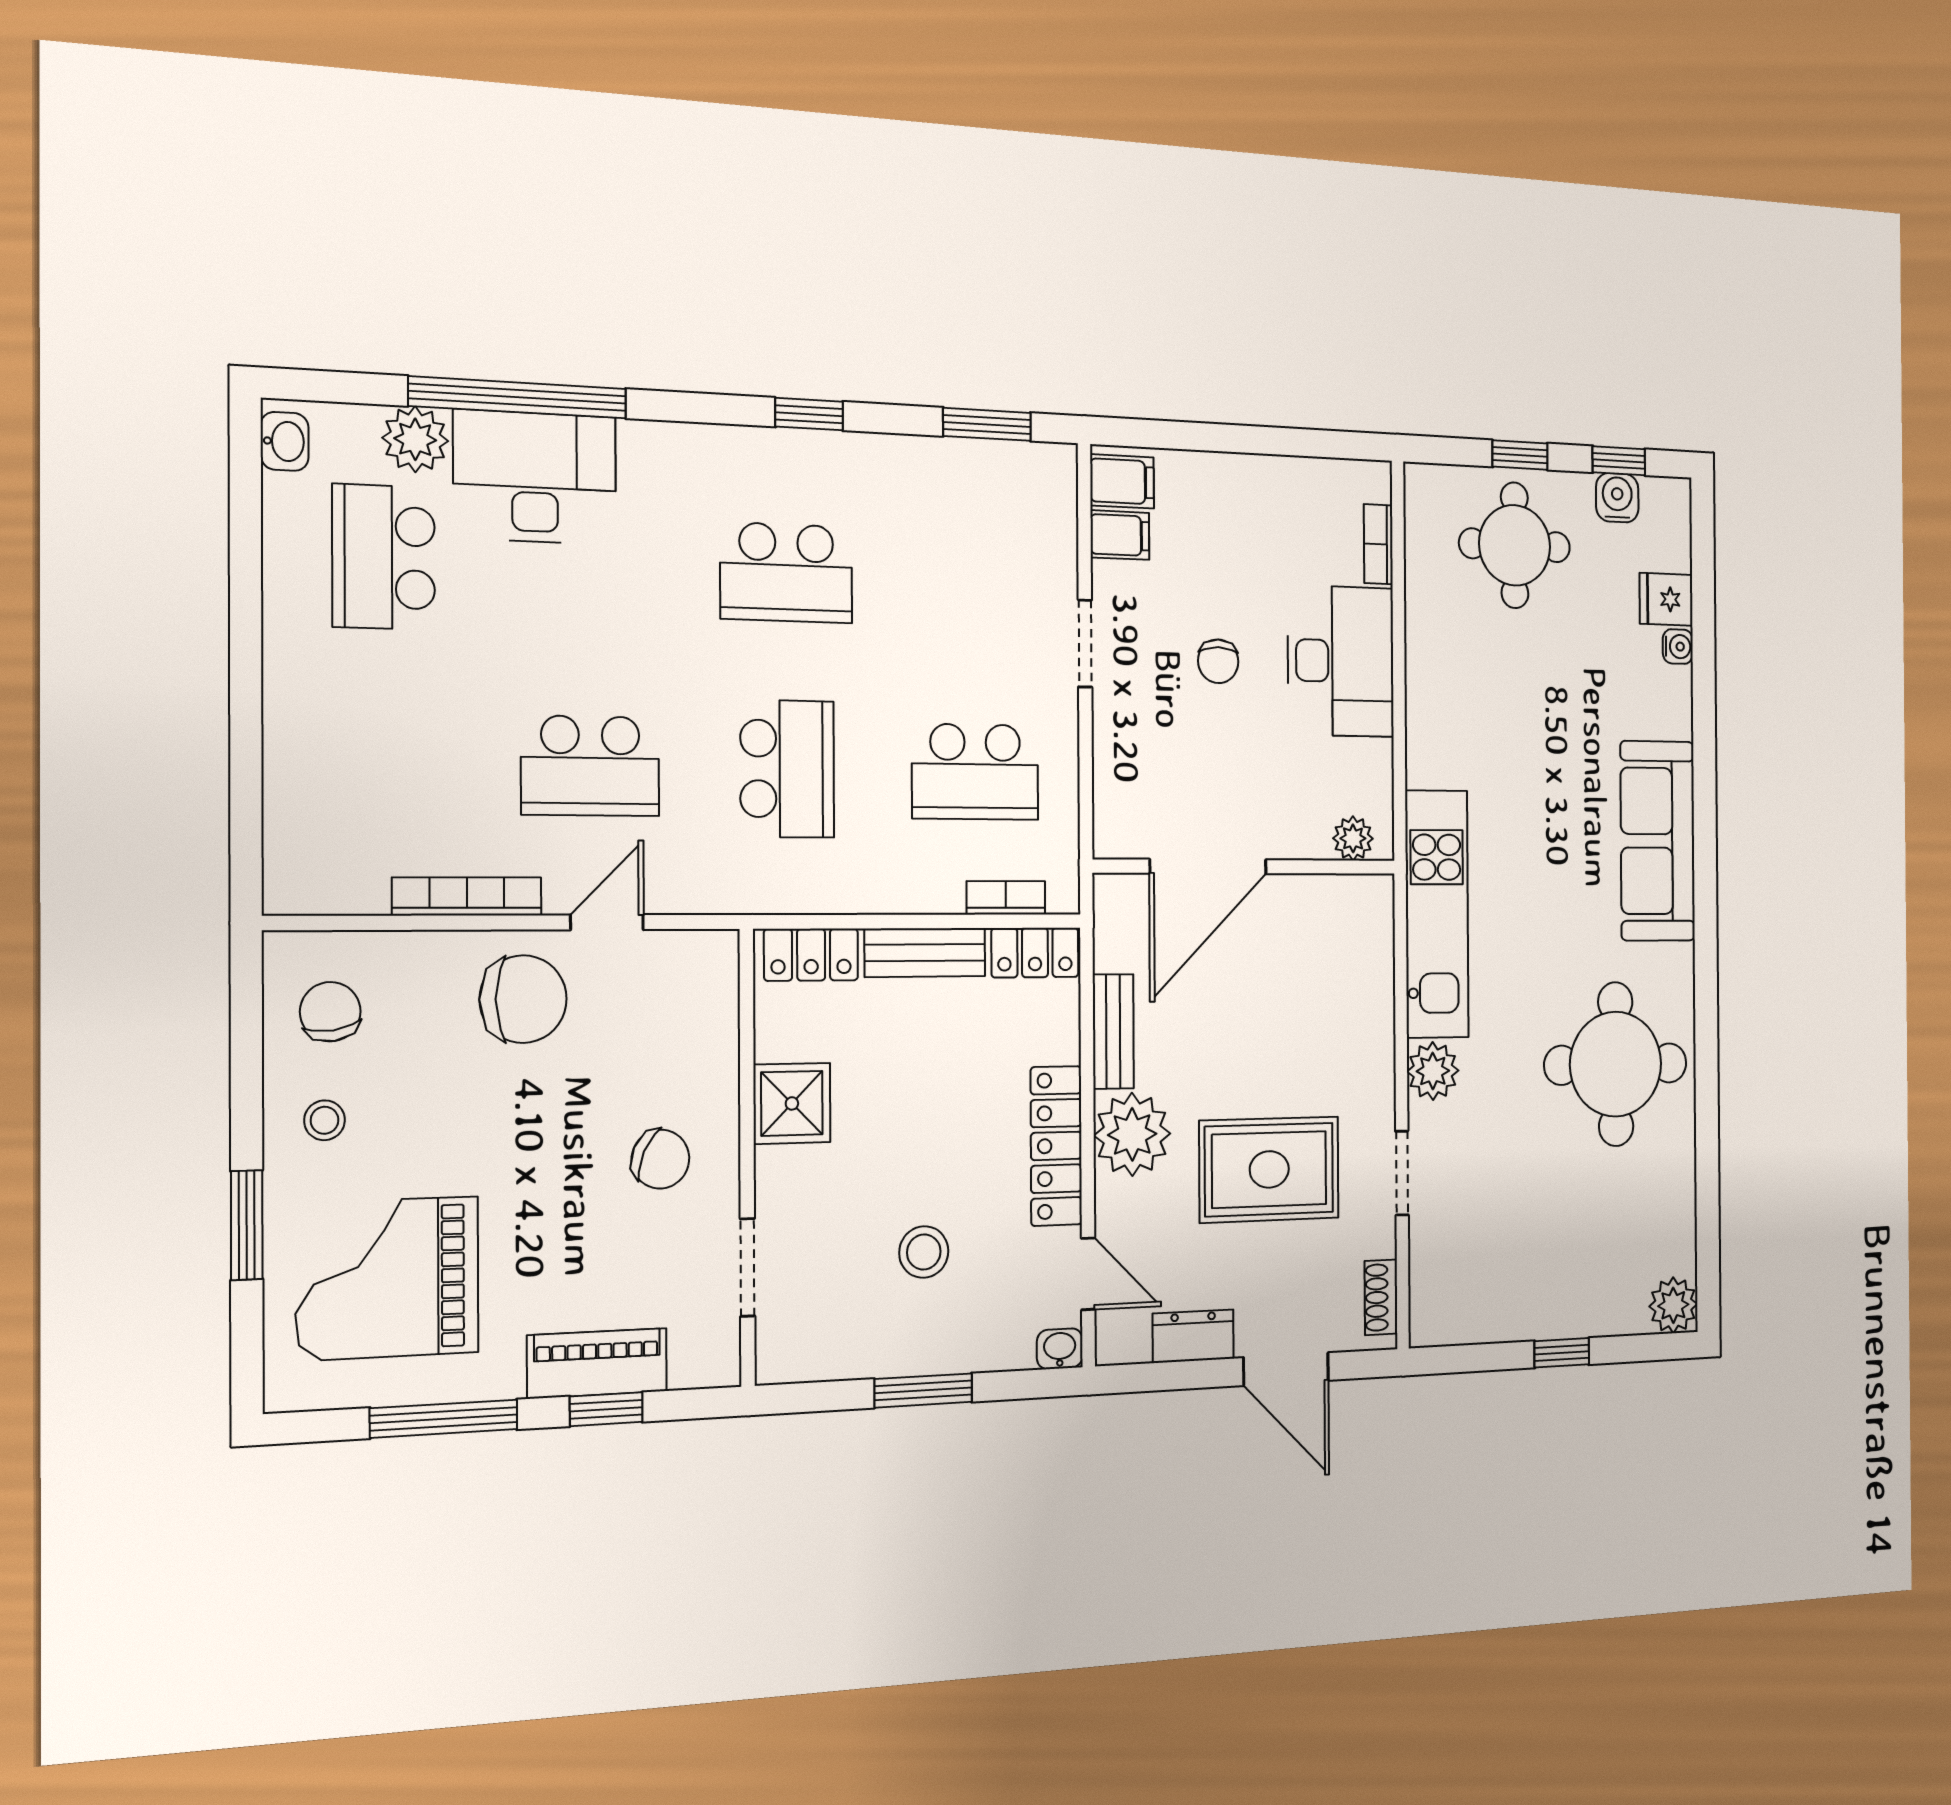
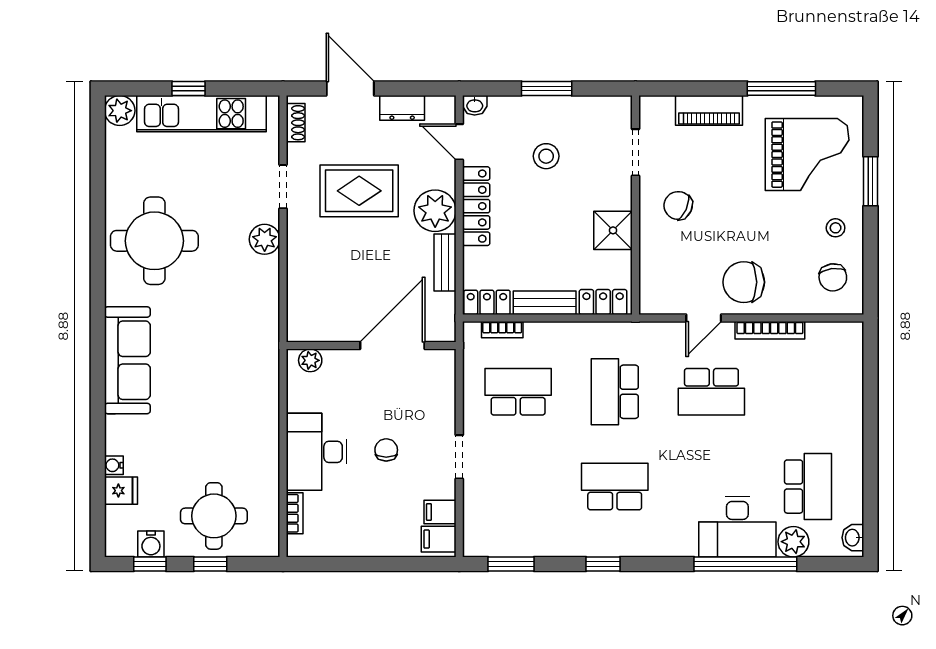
school desk: (590, 766) -> (711, 392), turned 180
kitchen unit: (1437, 914) -> (201, 114), moved, turned -90
window: (606, 1409) -> (705, 89), removed

